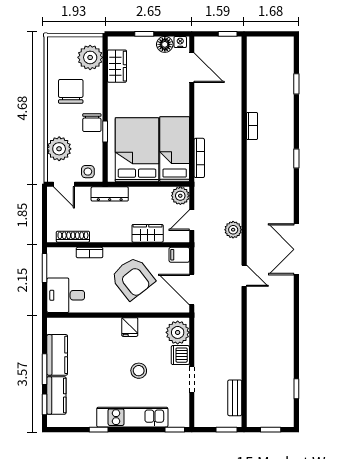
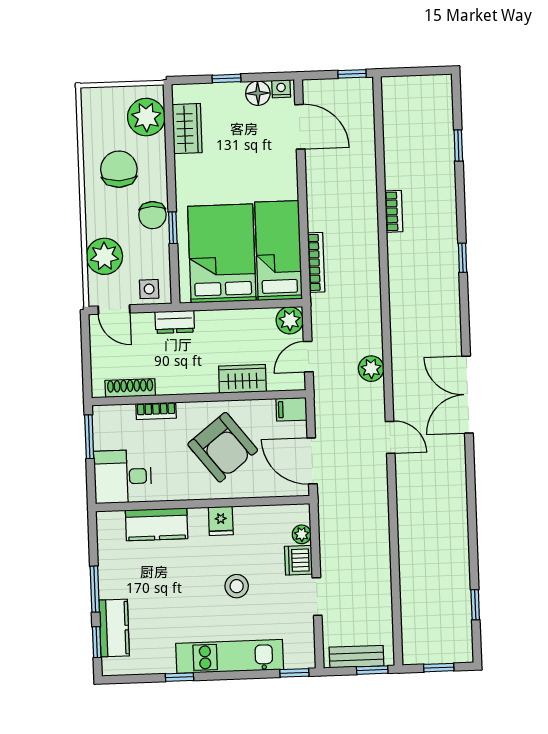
dresser: (110, 194) -> (175, 322), width x0.70
plant: (178, 332) -> (302, 534), width x0.53, depth x0.53
kitchen counter: (57, 355) -> (157, 524), moved, turned 90
bench: (235, 398) -> (356, 657), moved, turned 90

